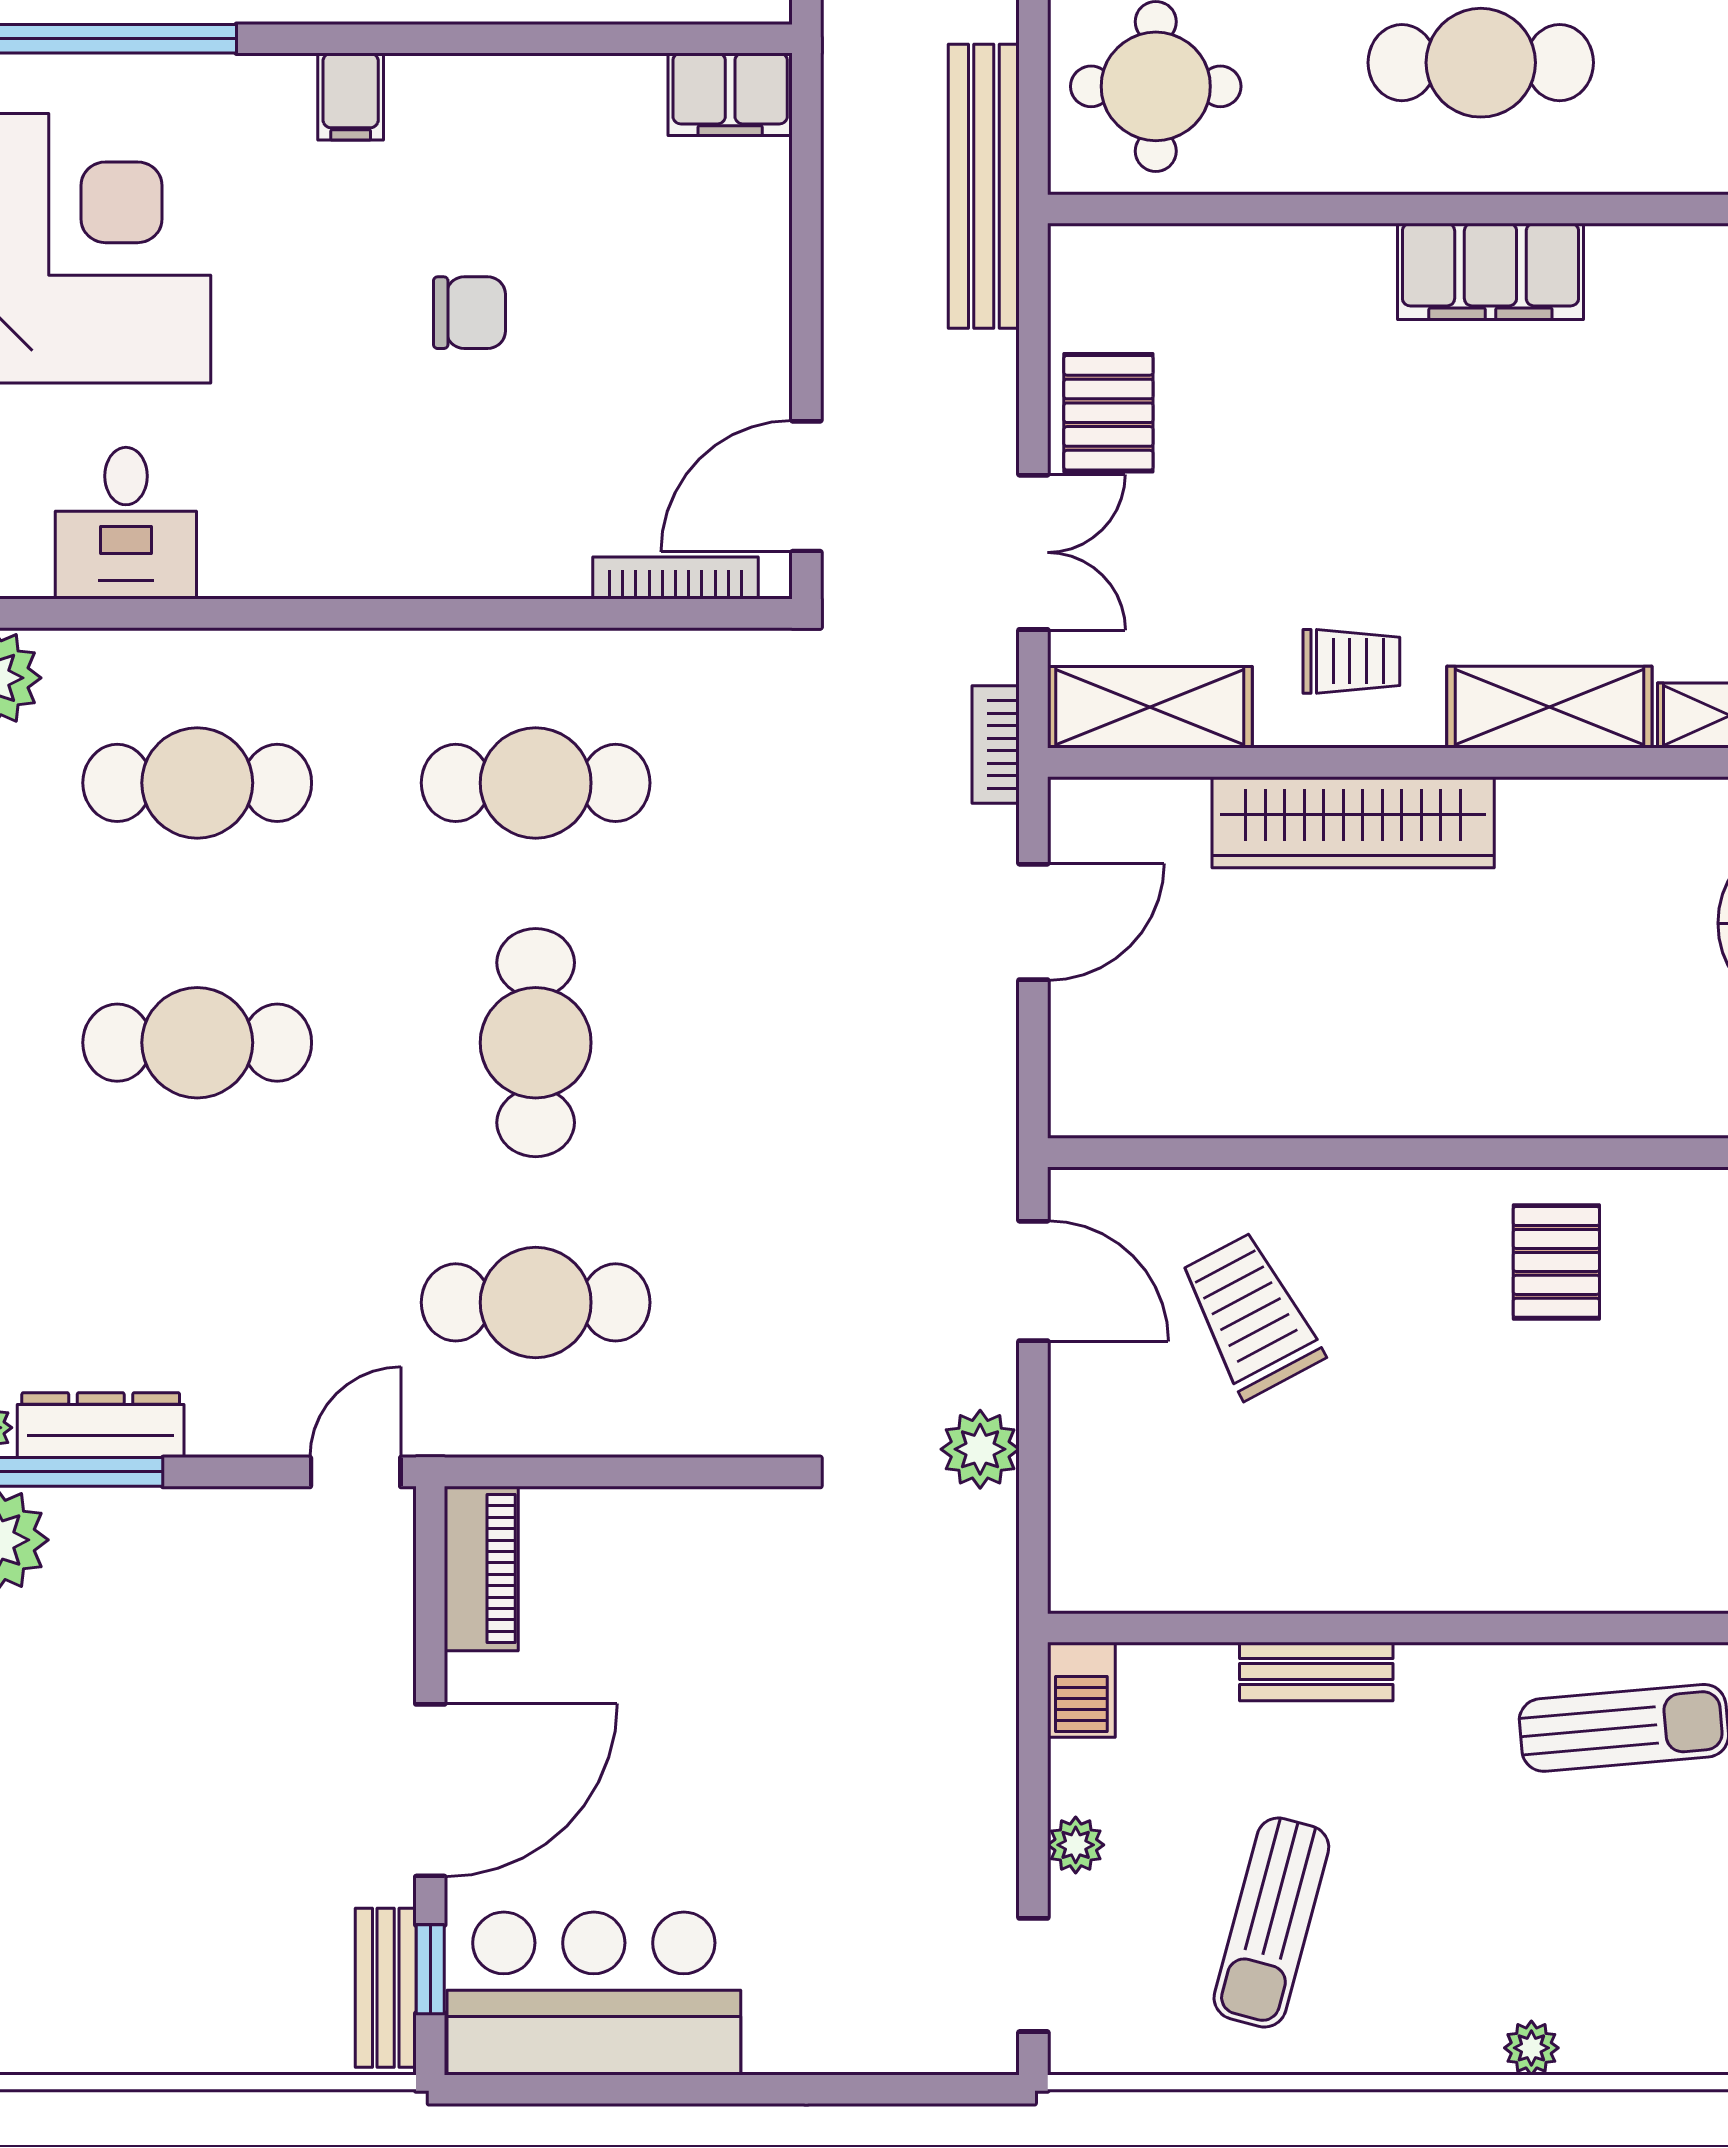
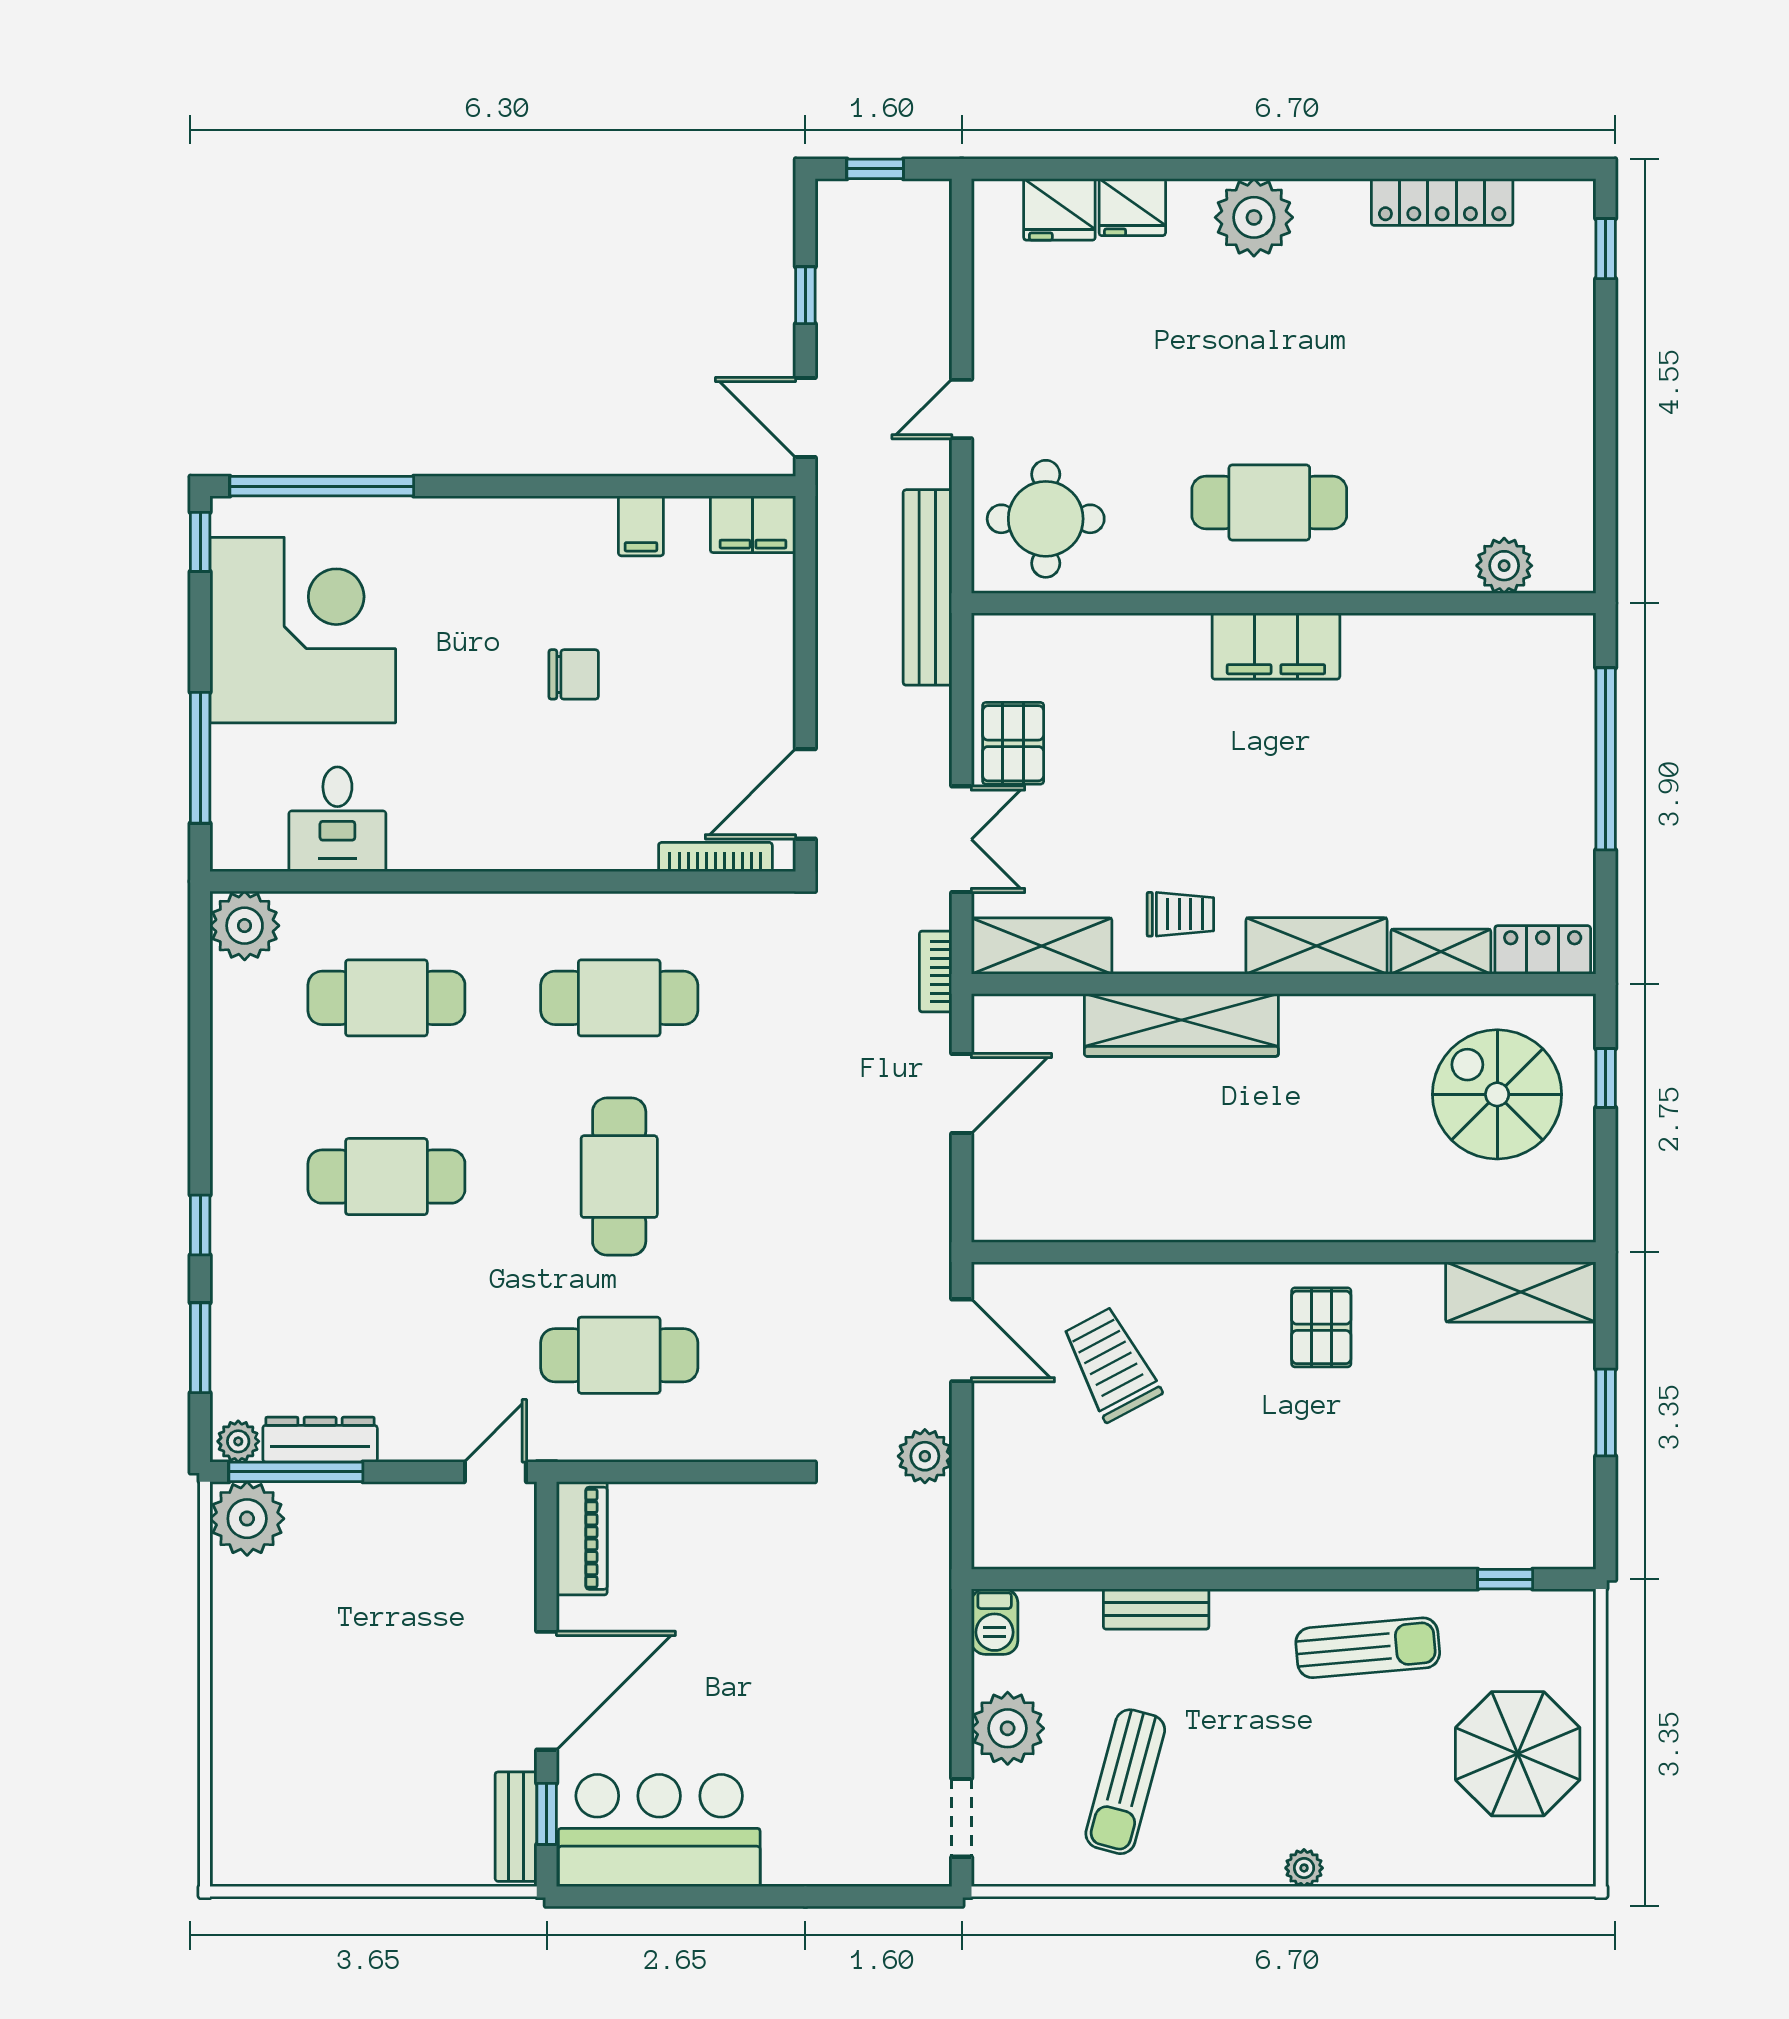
filing cabinet: (351, 97) -> (641, 526), moved
plant: (1076, 1845) -> (1008, 1728), width x1.87, depth x1.87

